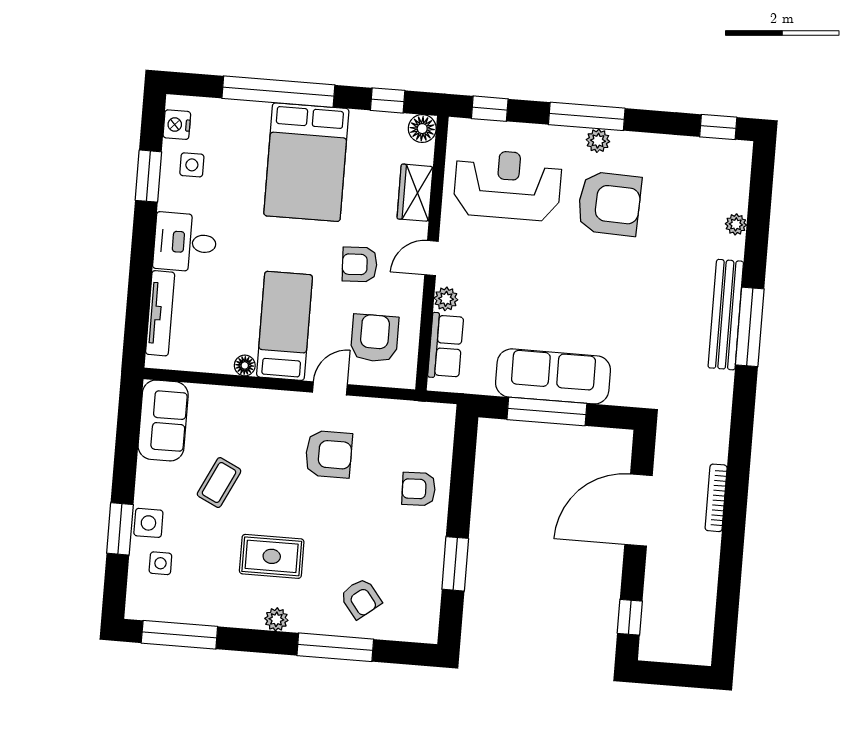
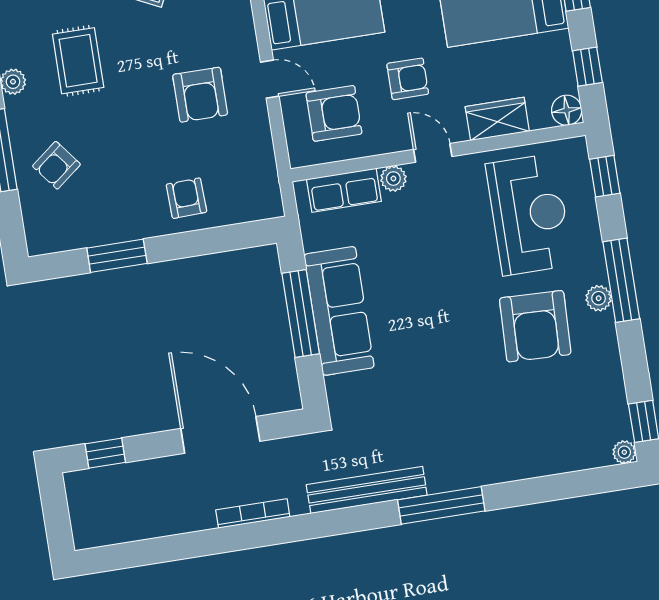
plant: (736, 224) -> (624, 452), moved
armchair: (360, 264) -> (408, 79), turned 93
bench: (726, 315) -> (367, 490), moved

